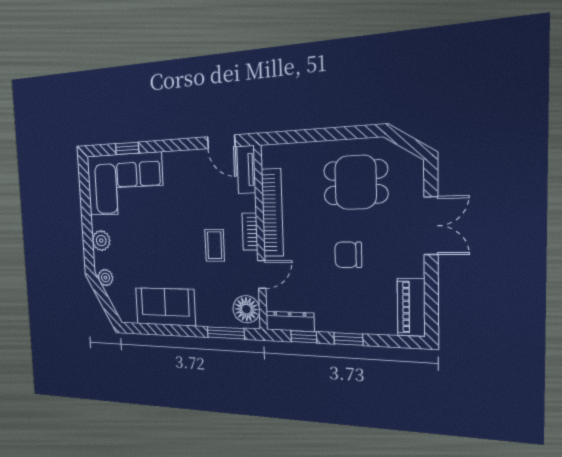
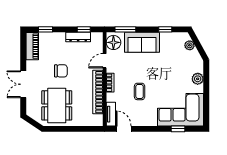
dining table: (356, 182) -> (57, 105), width x1.38
coffee table: (215, 245) -> (140, 91), moved
plant: (106, 278) -> (189, 45), moved
sofa: (165, 307) -> (142, 42), moved
dresser: (290, 321) -> (78, 37), moved
window: (158, 329) -> (165, 29), added
window: (348, 339) -> (45, 29), moved

